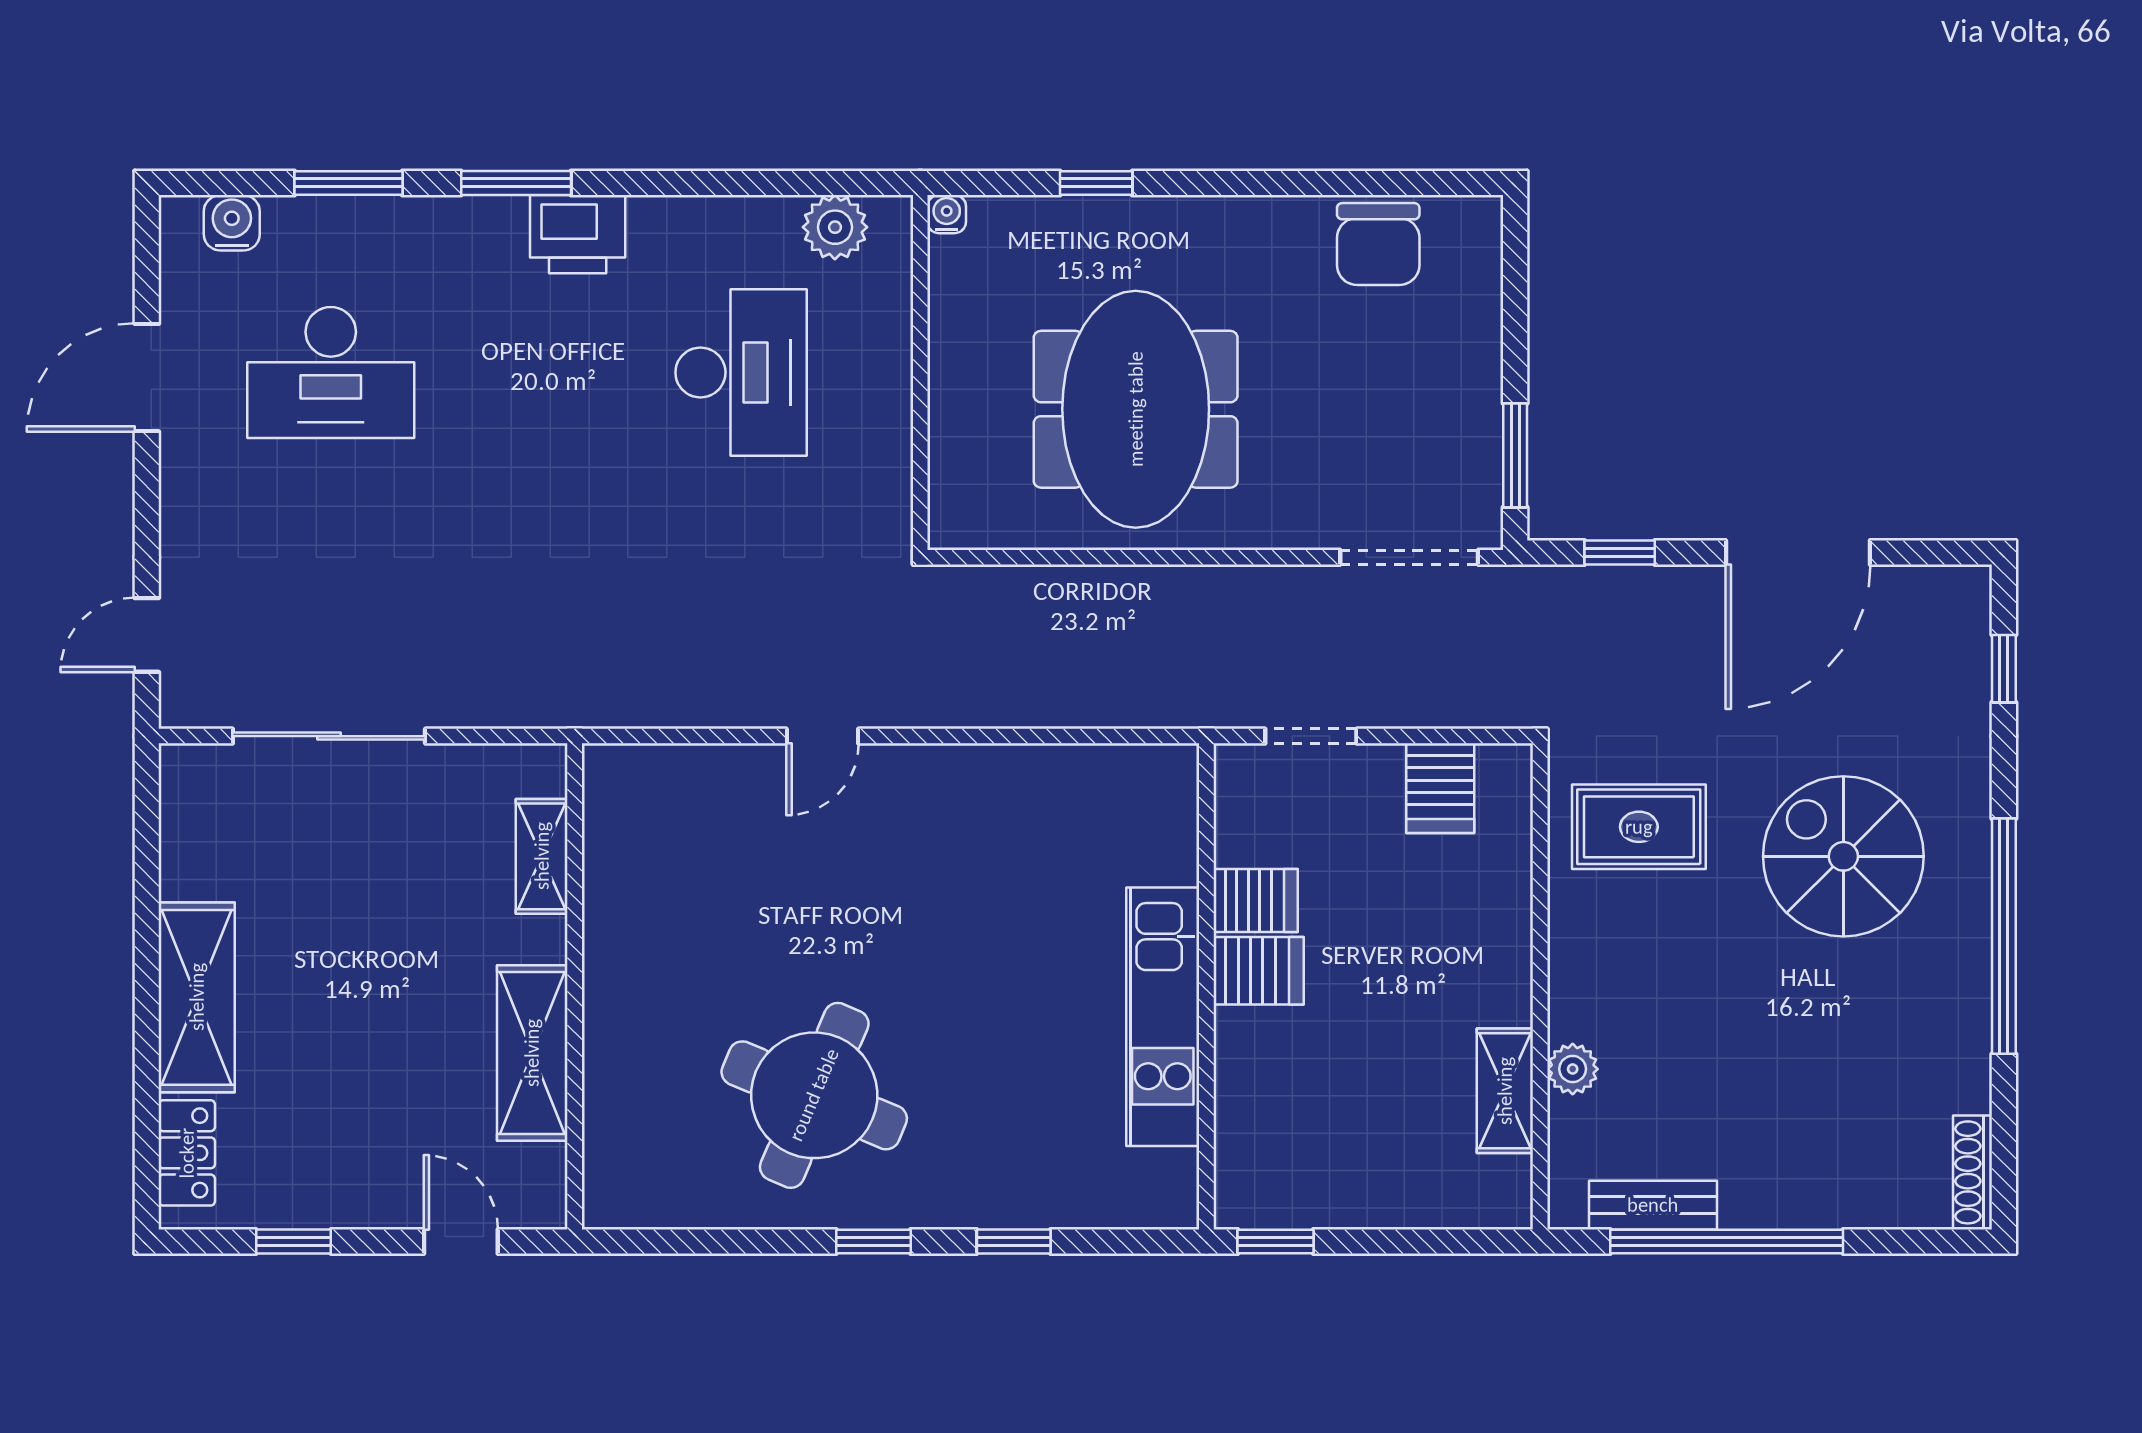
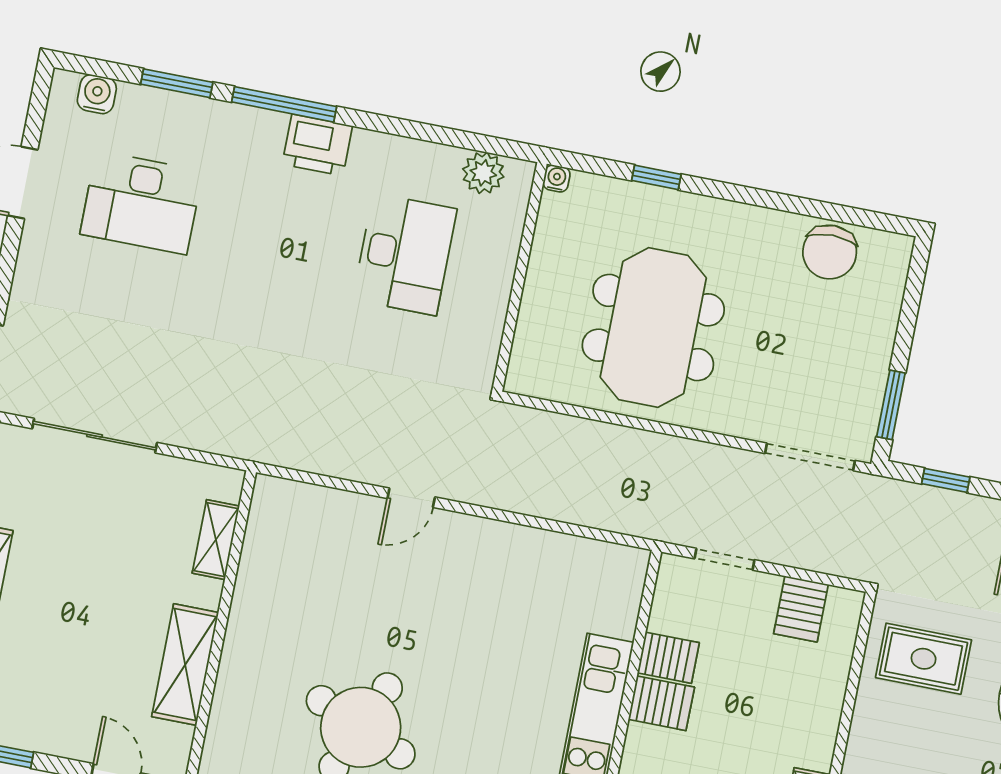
window: (516, 183) -> (284, 104), width x1.44

